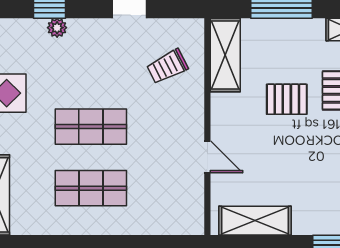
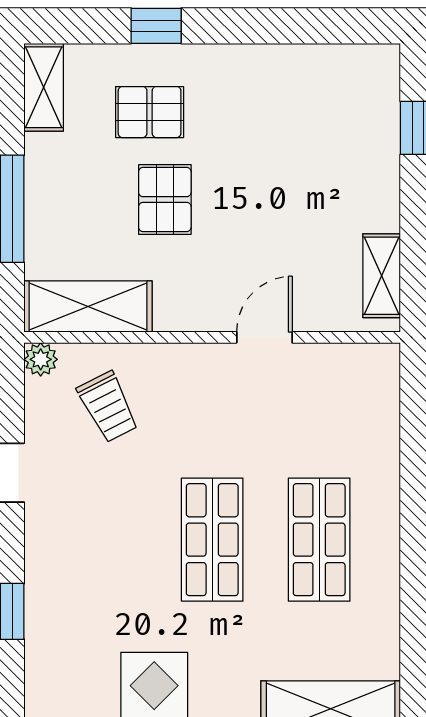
plant: (57, 28) -> (41, 359), moved
shelving: (255, 221) -> (382, 276), width x0.67, depth x0.75

